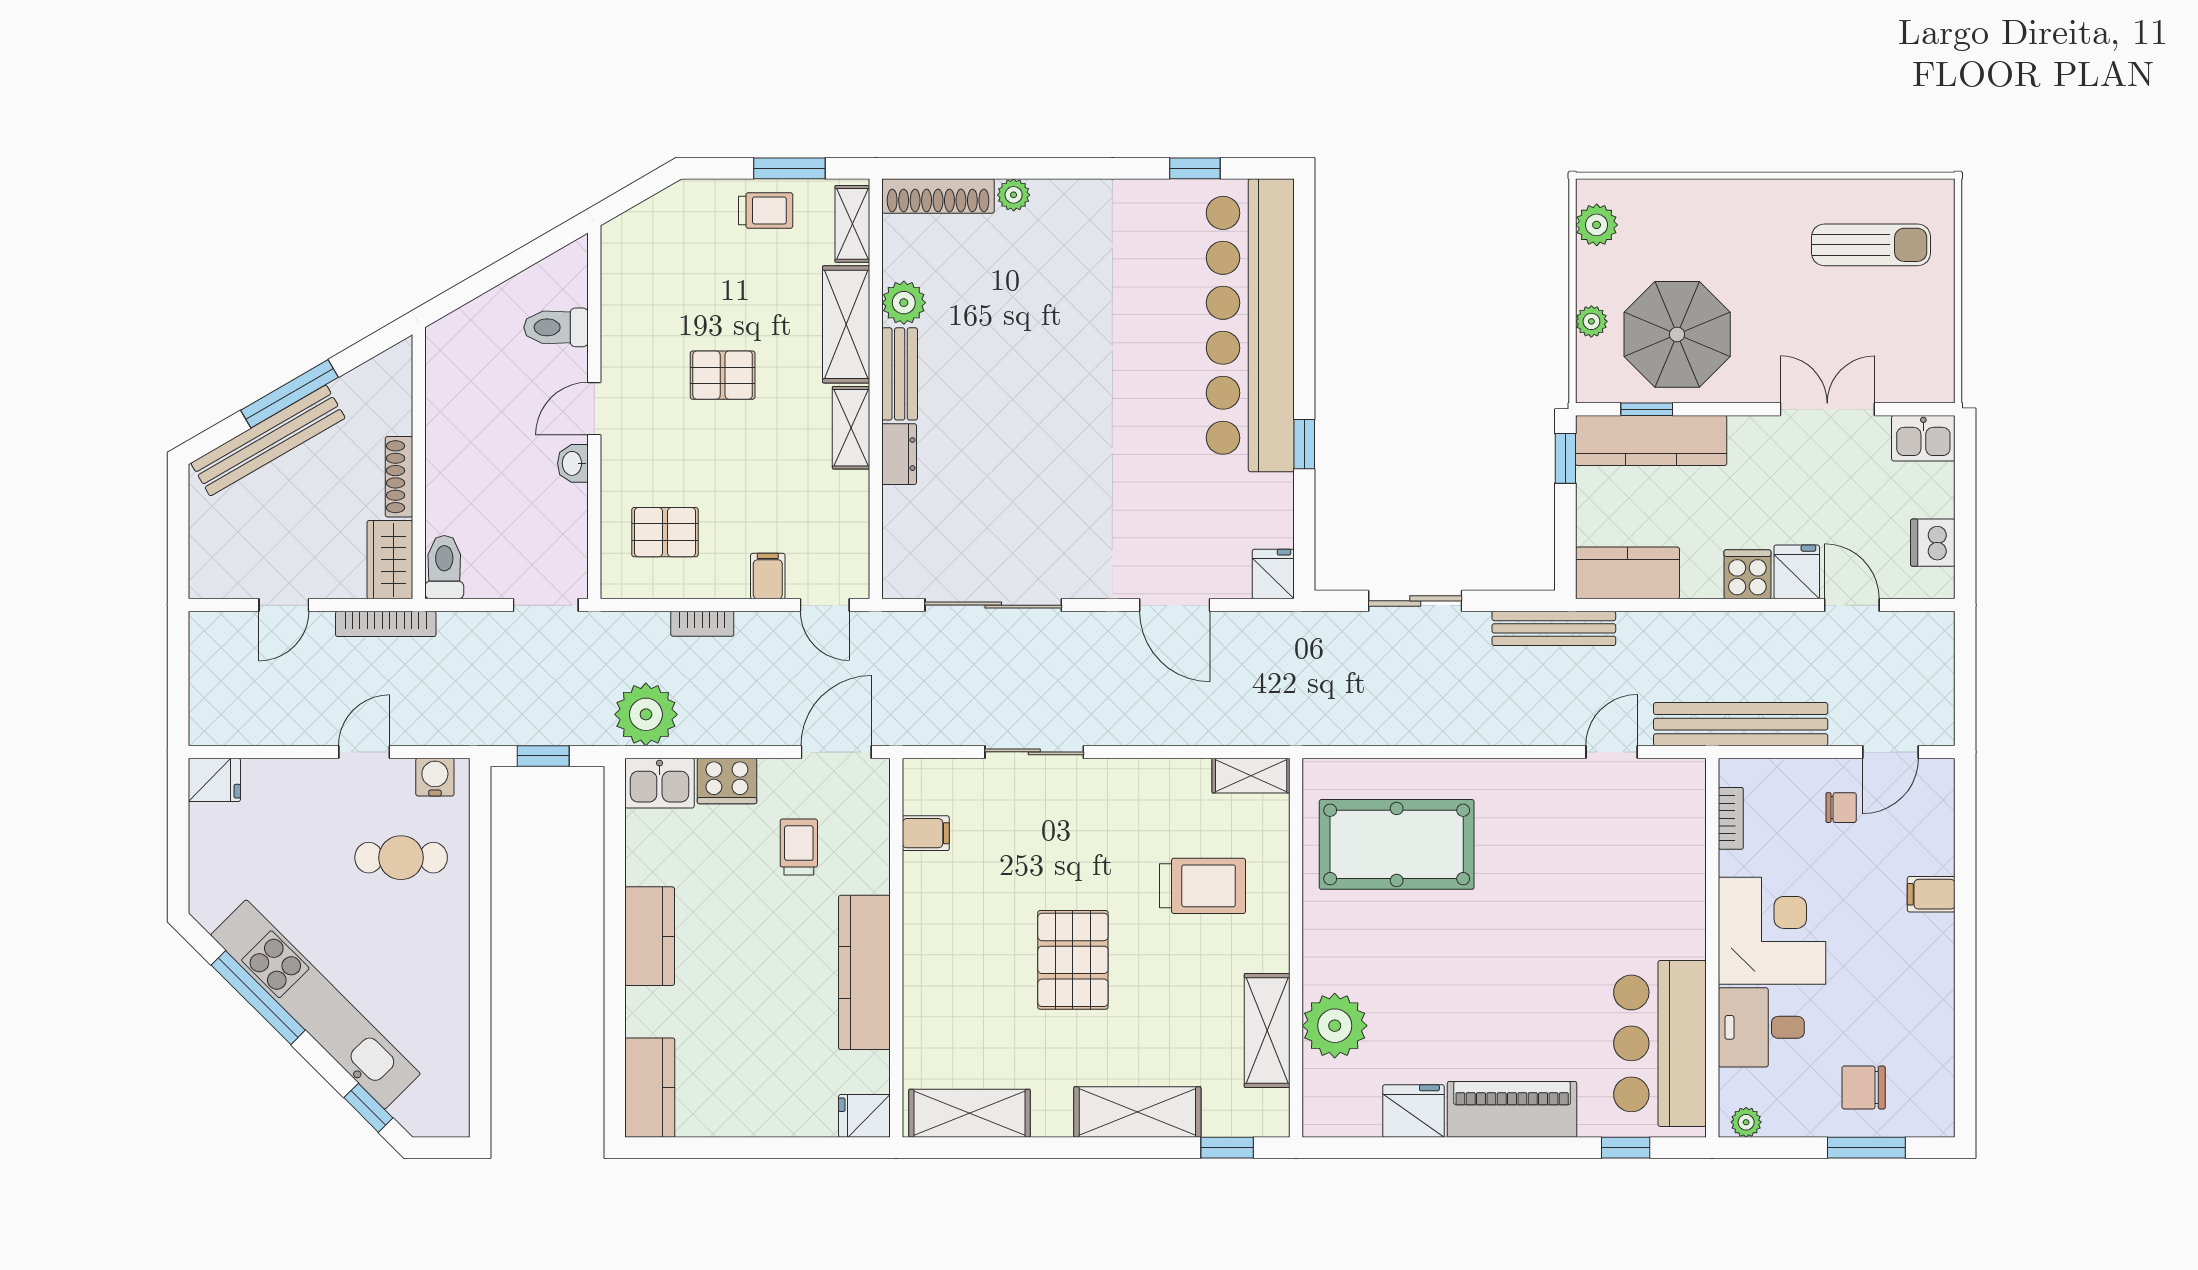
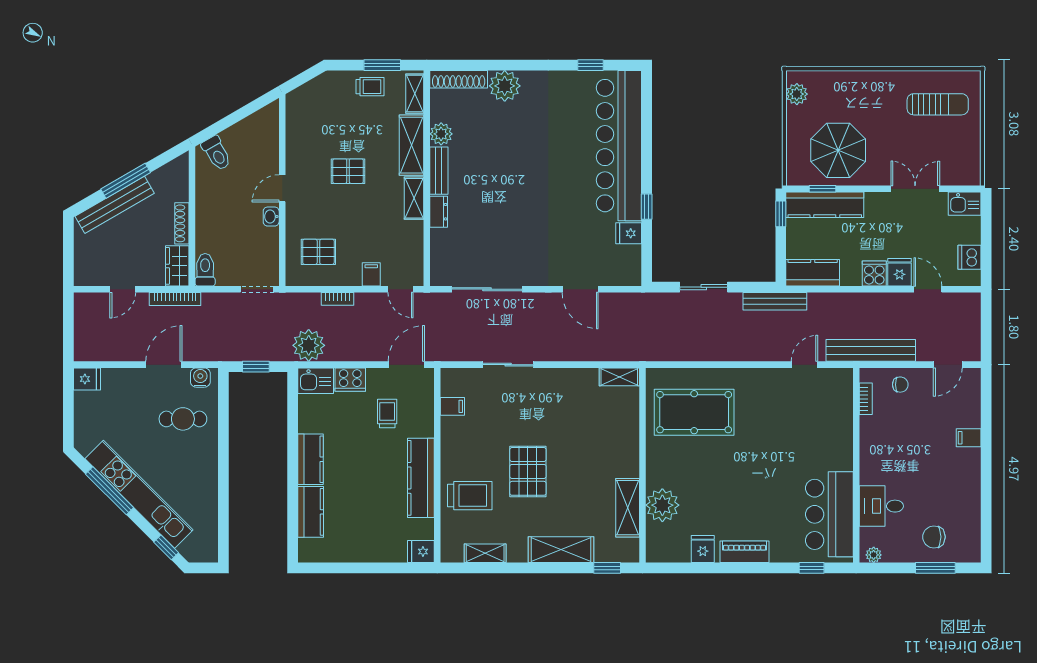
plant: (1014, 195) -> (505, 86), width x1.88, depth x1.88
plant: (1591, 321) -> (794, 144), removed
toilet: (556, 327) -> (217, 153), moved, turned -120
fridge: (1273, 574) -> (629, 233), moved, turned -90
door: (364, 752) -> (164, 365), width x1.38
chair: (1841, 808) -> (900, 385), moved
trolley: (1203, 886) -> (470, 496), moved
corner desk: (1772, 931) -> (887, 456), removed
kitchen counter: (650, 1088) -> (311, 512), moved
piano: (1512, 1109) -> (744, 552), width x0.73, depth x0.75
fridge: (1413, 1111) -> (703, 549), width x0.72
shelving: (969, 1113) -> (485, 553), width x0.67, depth x0.75

